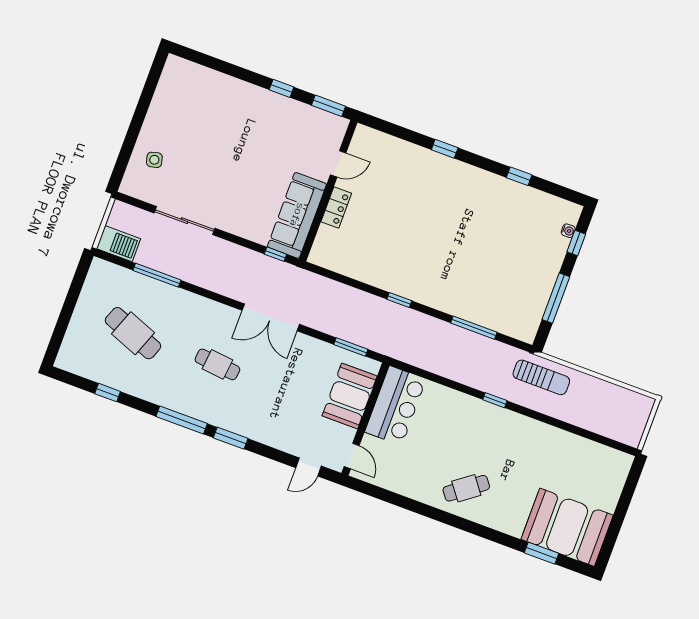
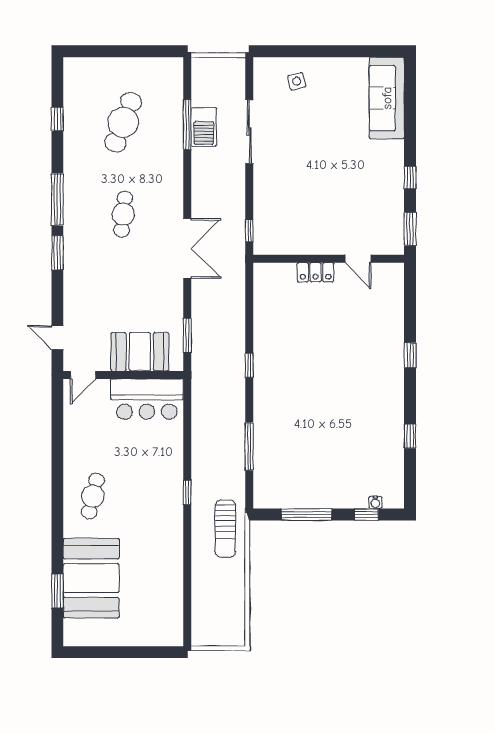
sofa: (297, 215) -> (387, 98), moved, turned -90
barbecue: (118, 244) -> (204, 127), moved
double door: (271, 317) -> (187, 248), swing flipped
cafe table: (466, 488) -> (93, 496), turned 50
booth: (567, 527) -> (91, 578), moved

